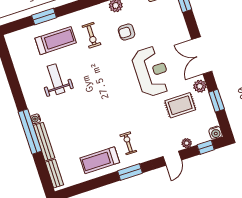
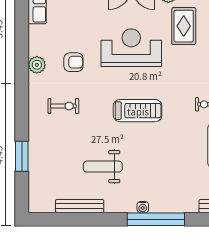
armchair: (127, 32) -> (73, 62), turned -90
treadmill: (56, 41) -> (138, 111), moved, turned 90
bench: (44, 142) -> (80, 206), moved

